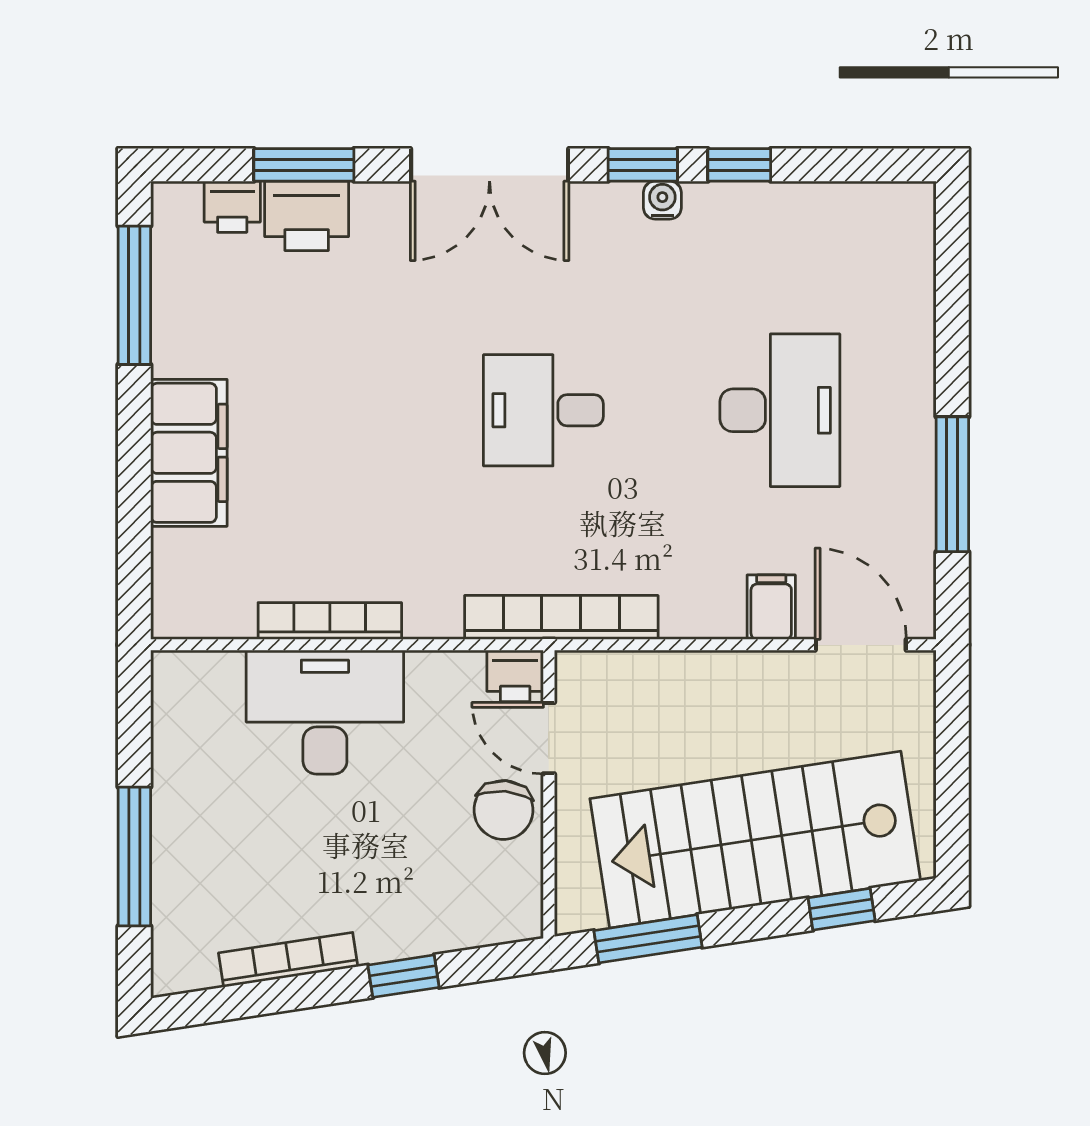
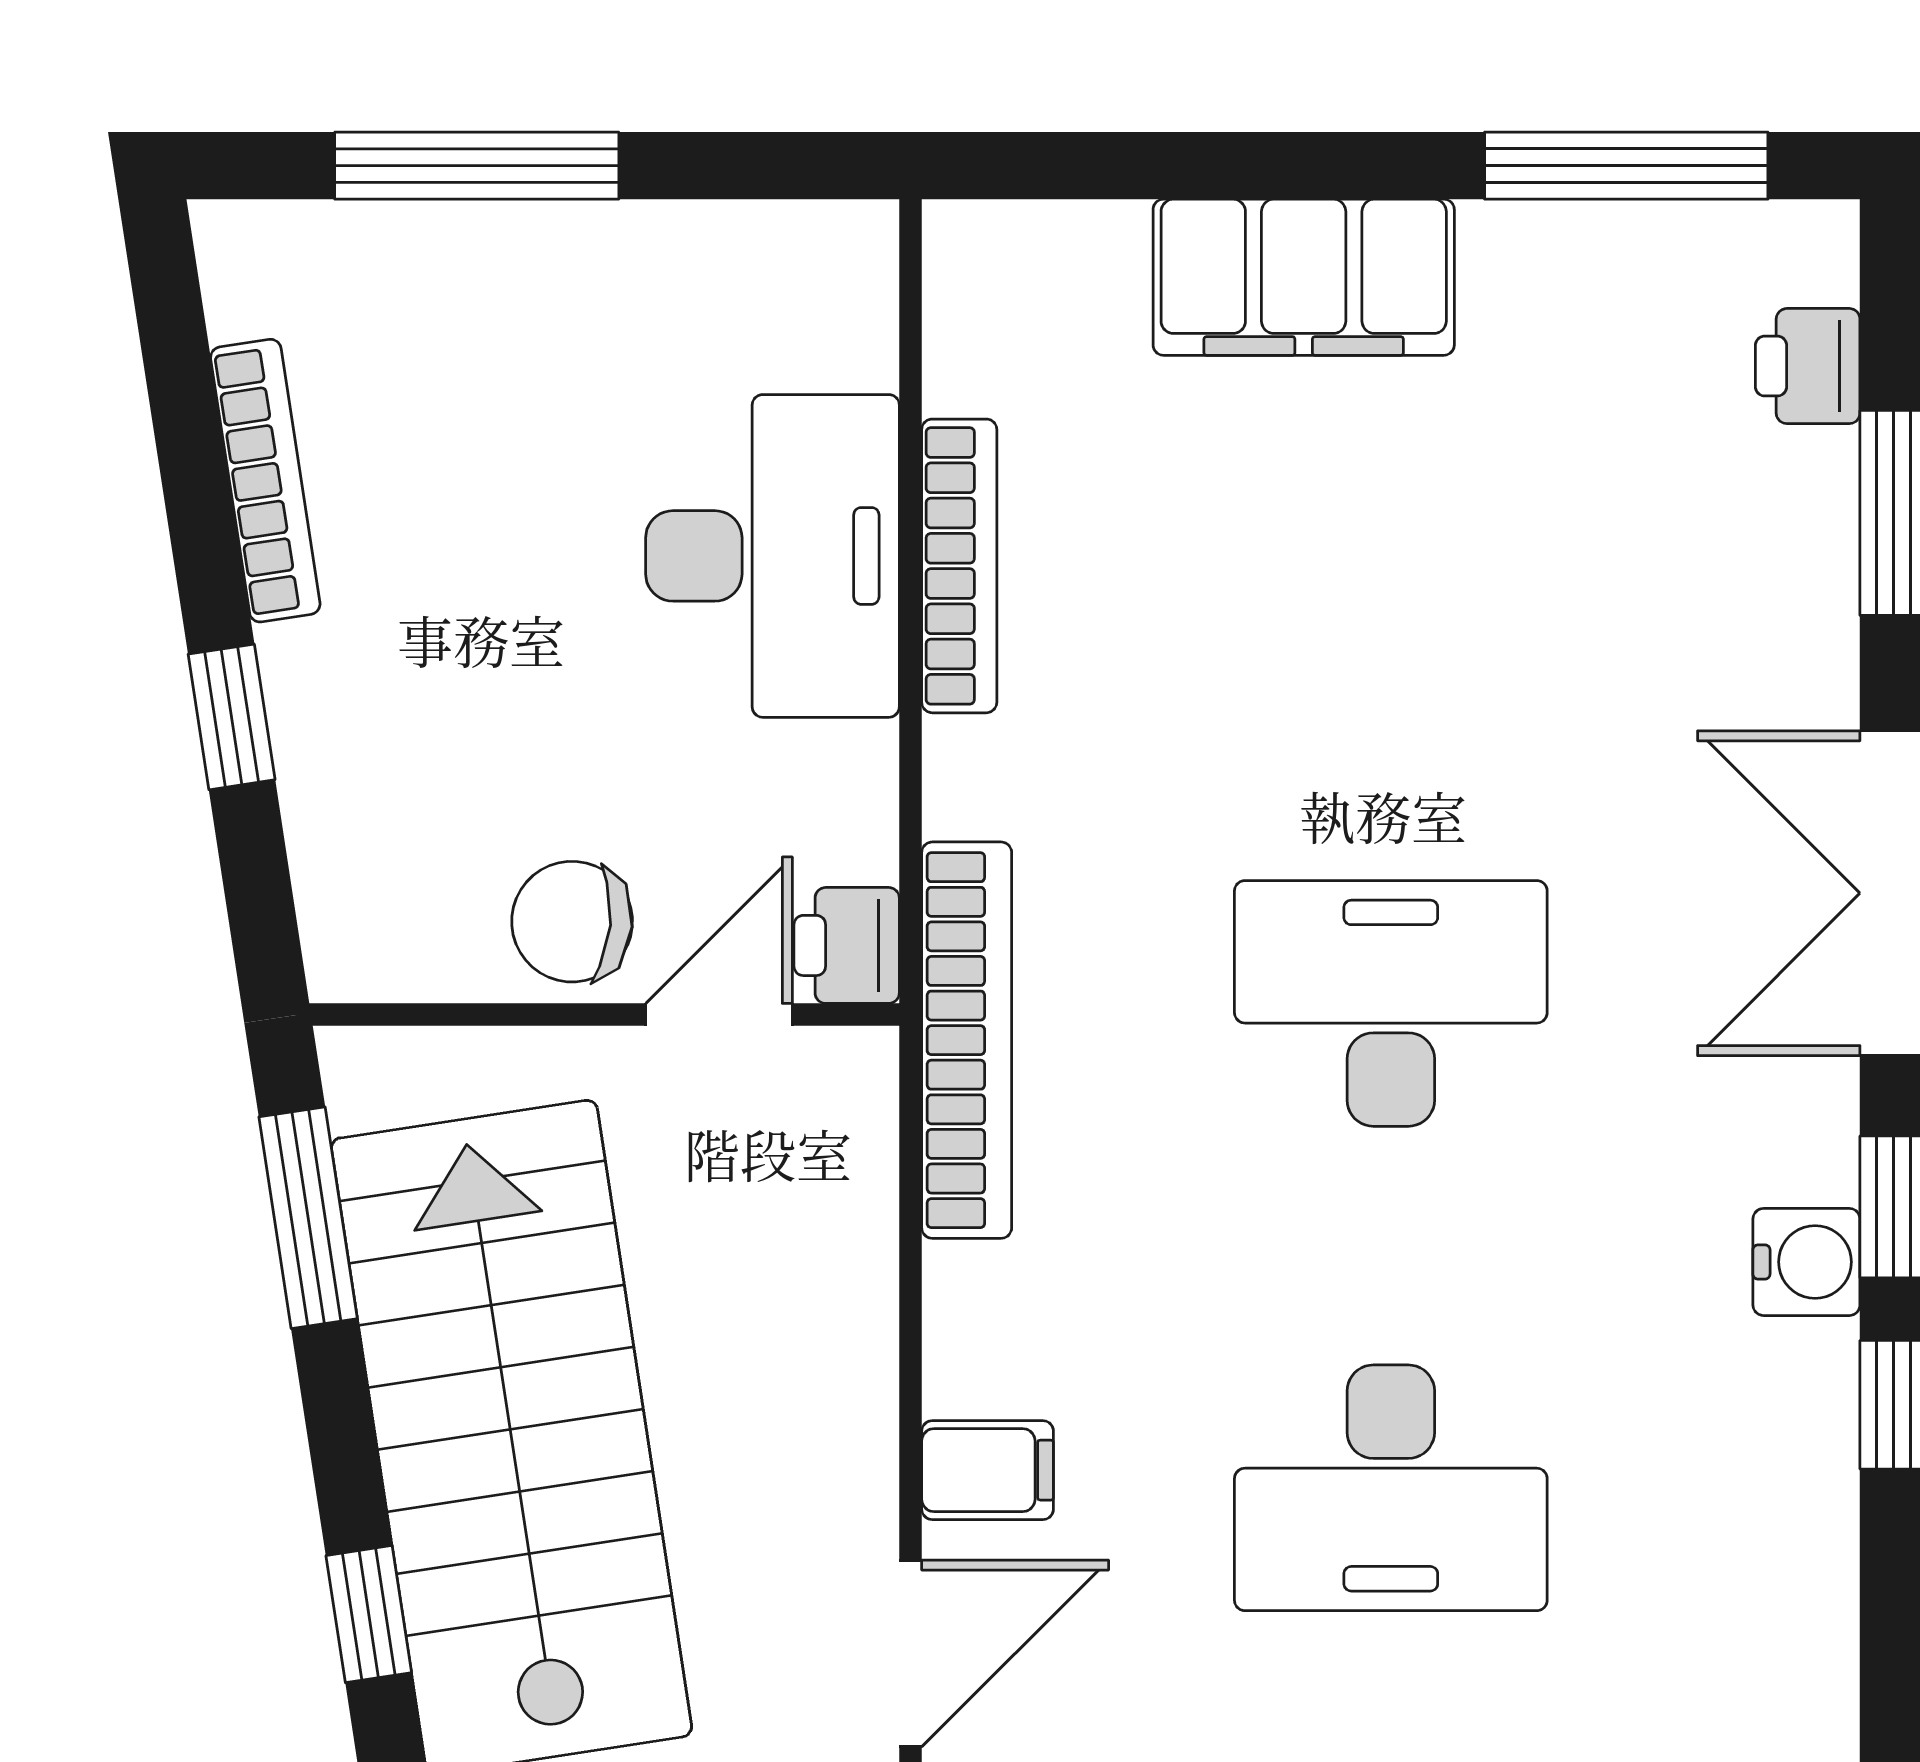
water cooler: (662, 200) -> (1806, 1262), width x1.38, depth x1.38
printer: (307, 216) -> (1789, 518), removed
desk: (543, 410) -> (1391, 1003), width x1.37

